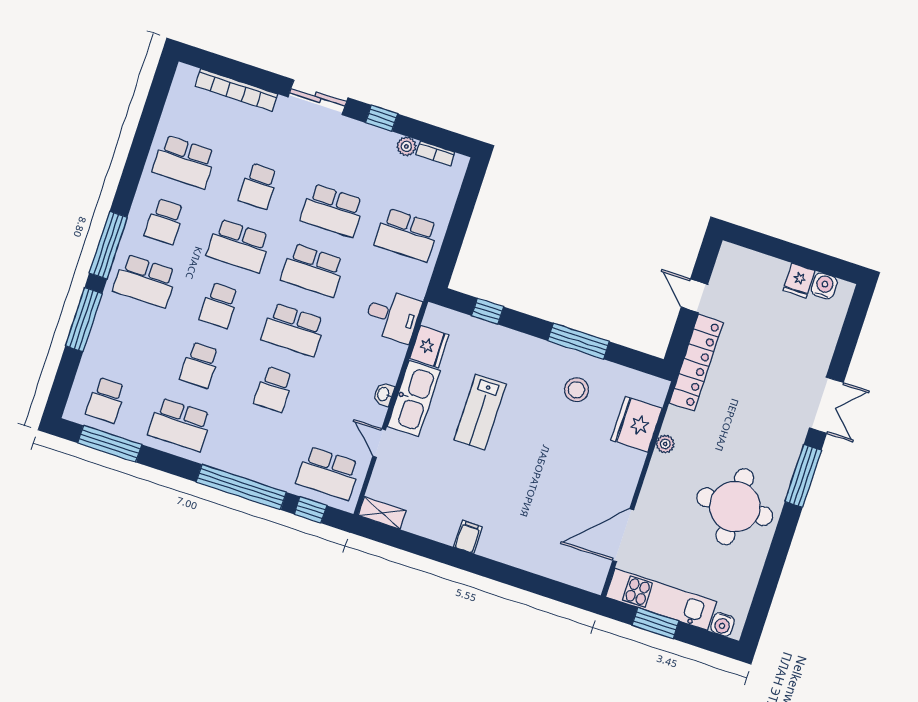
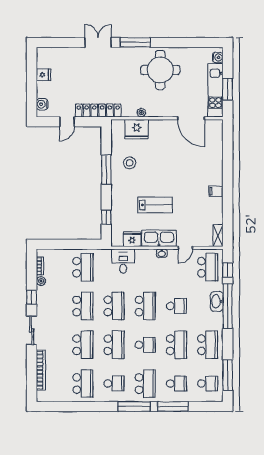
school desk: (258, 186) -> (83, 345), width x1.85
water cooler: (824, 286) -> (42, 104), moved
school desk: (125, 341) -> (176, 384), added
school desk: (200, 365) -> (176, 345), width x1.85
washbasin: (257, 469) -> (217, 301), added

